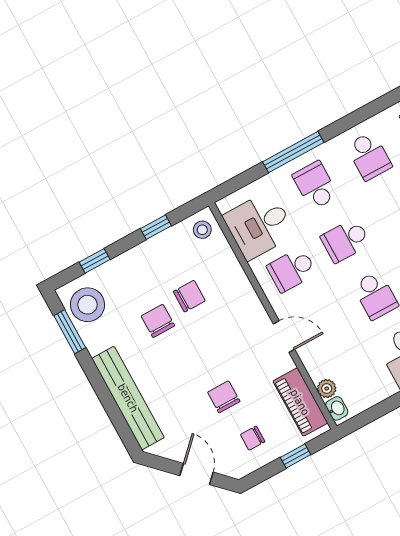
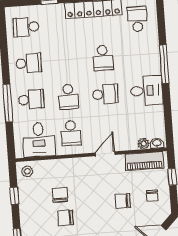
school desk: (315, 185) -> (31, 100), turned 180

